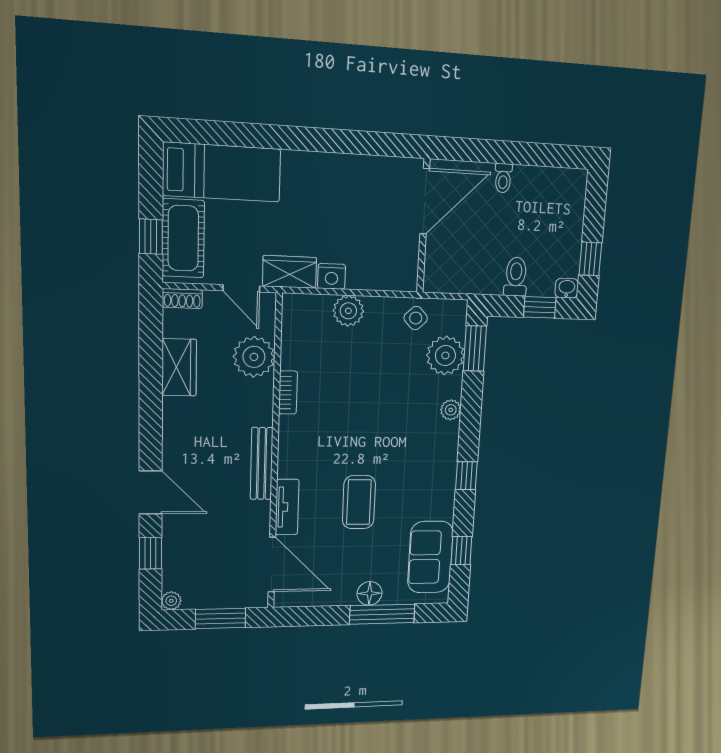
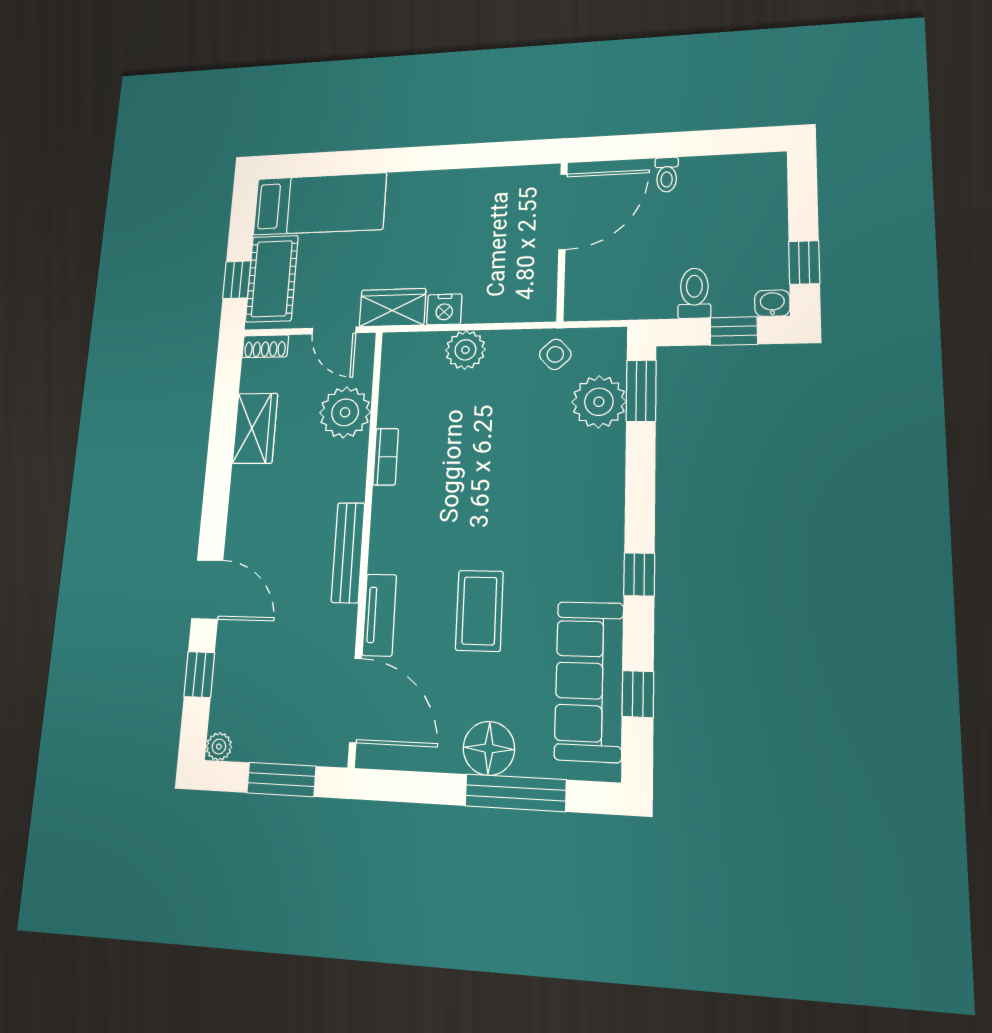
plant: (451, 410) -> (610, 477), removed
sofa: (430, 557) -> (589, 681), width x1.36
floor lamp: (370, 593) -> (489, 748), width x1.38, depth x1.38

